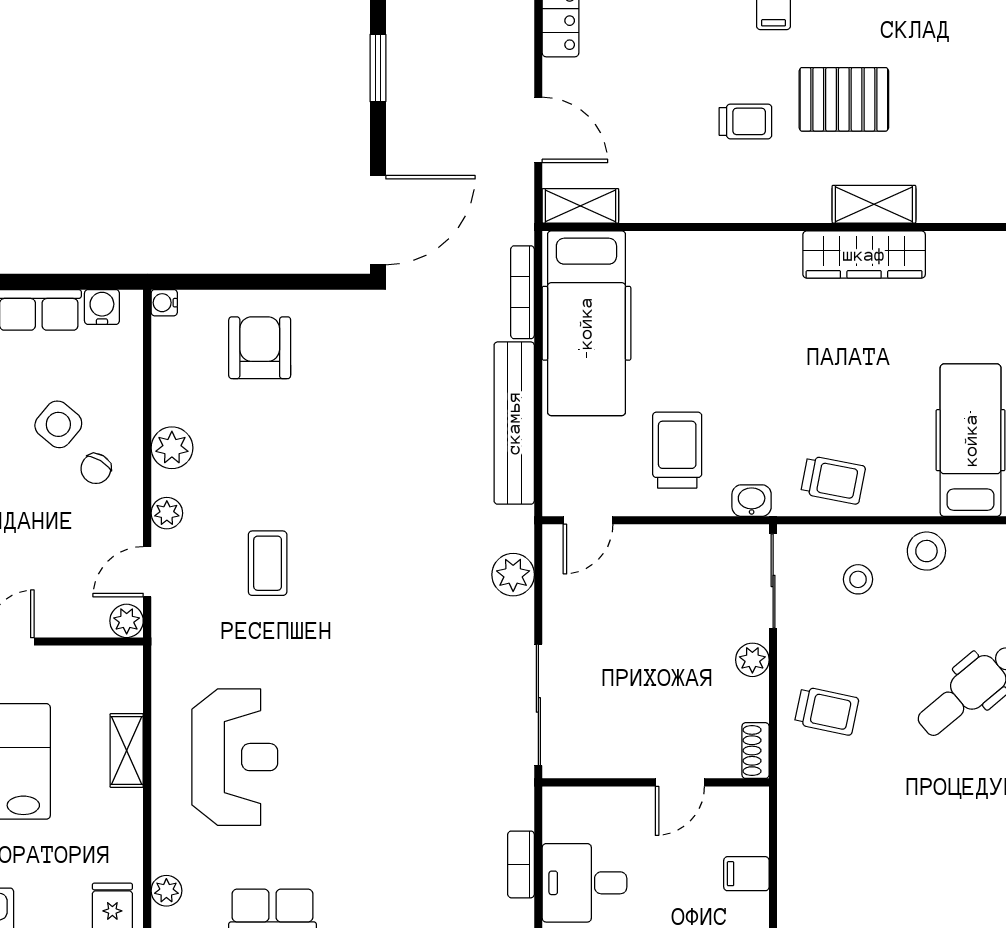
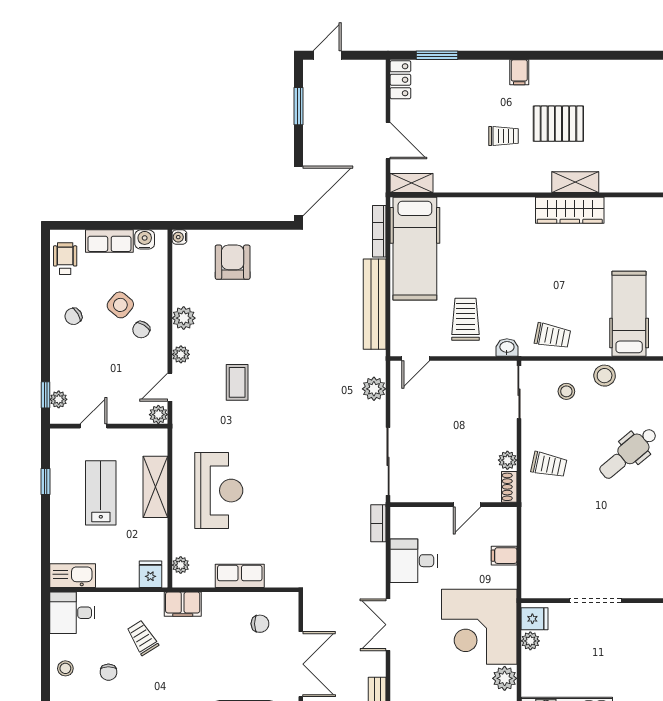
plant: (752, 660) -> (507, 460), moved
shelving: (127, 750) -> (155, 487), width x1.50, depth x1.33
bookcase: (521, 864) -> (378, 523), moved

